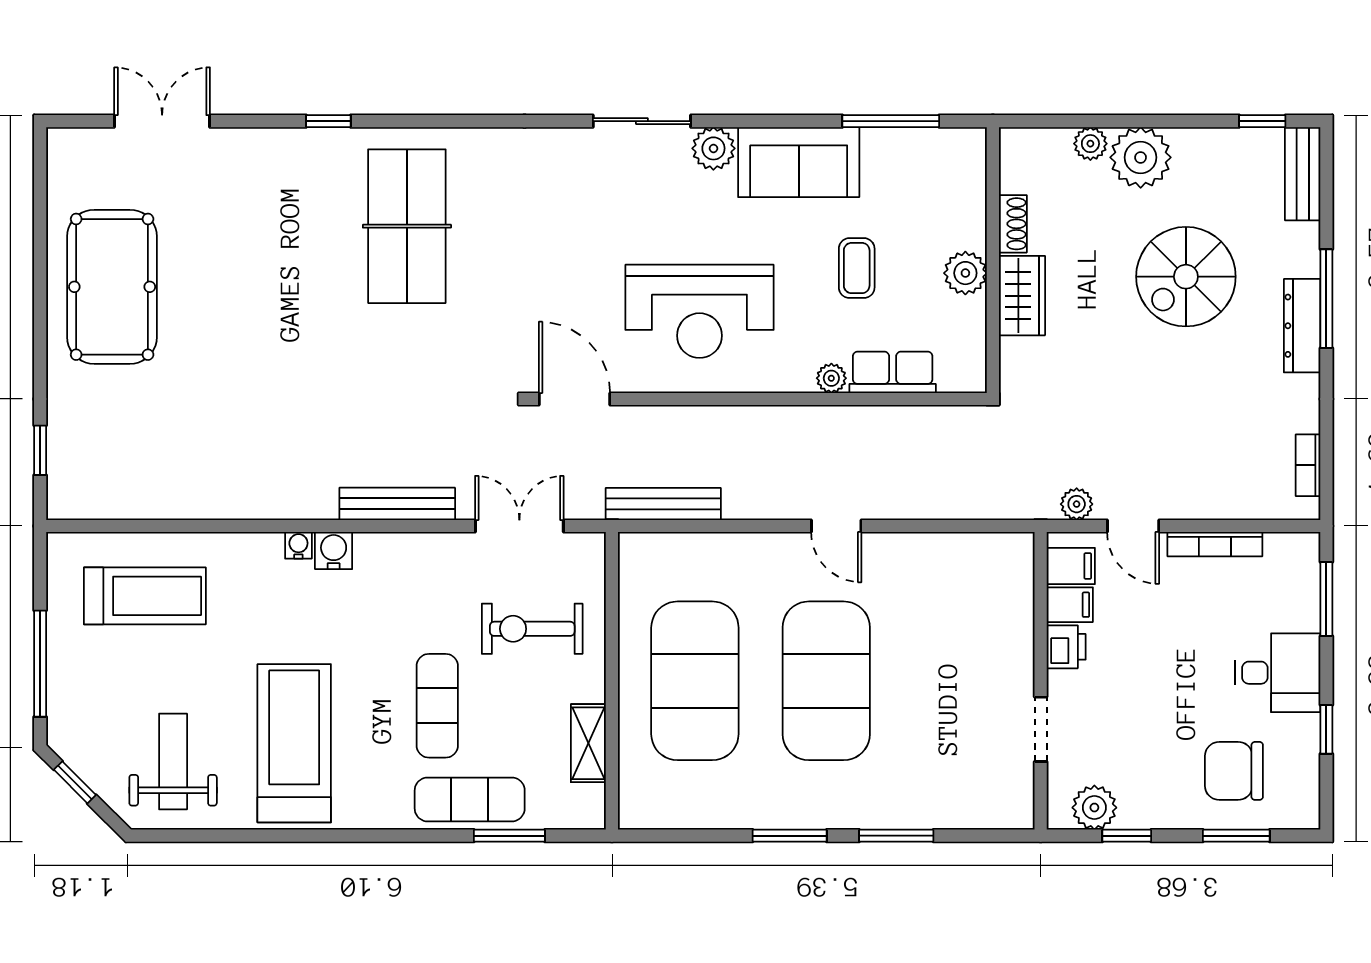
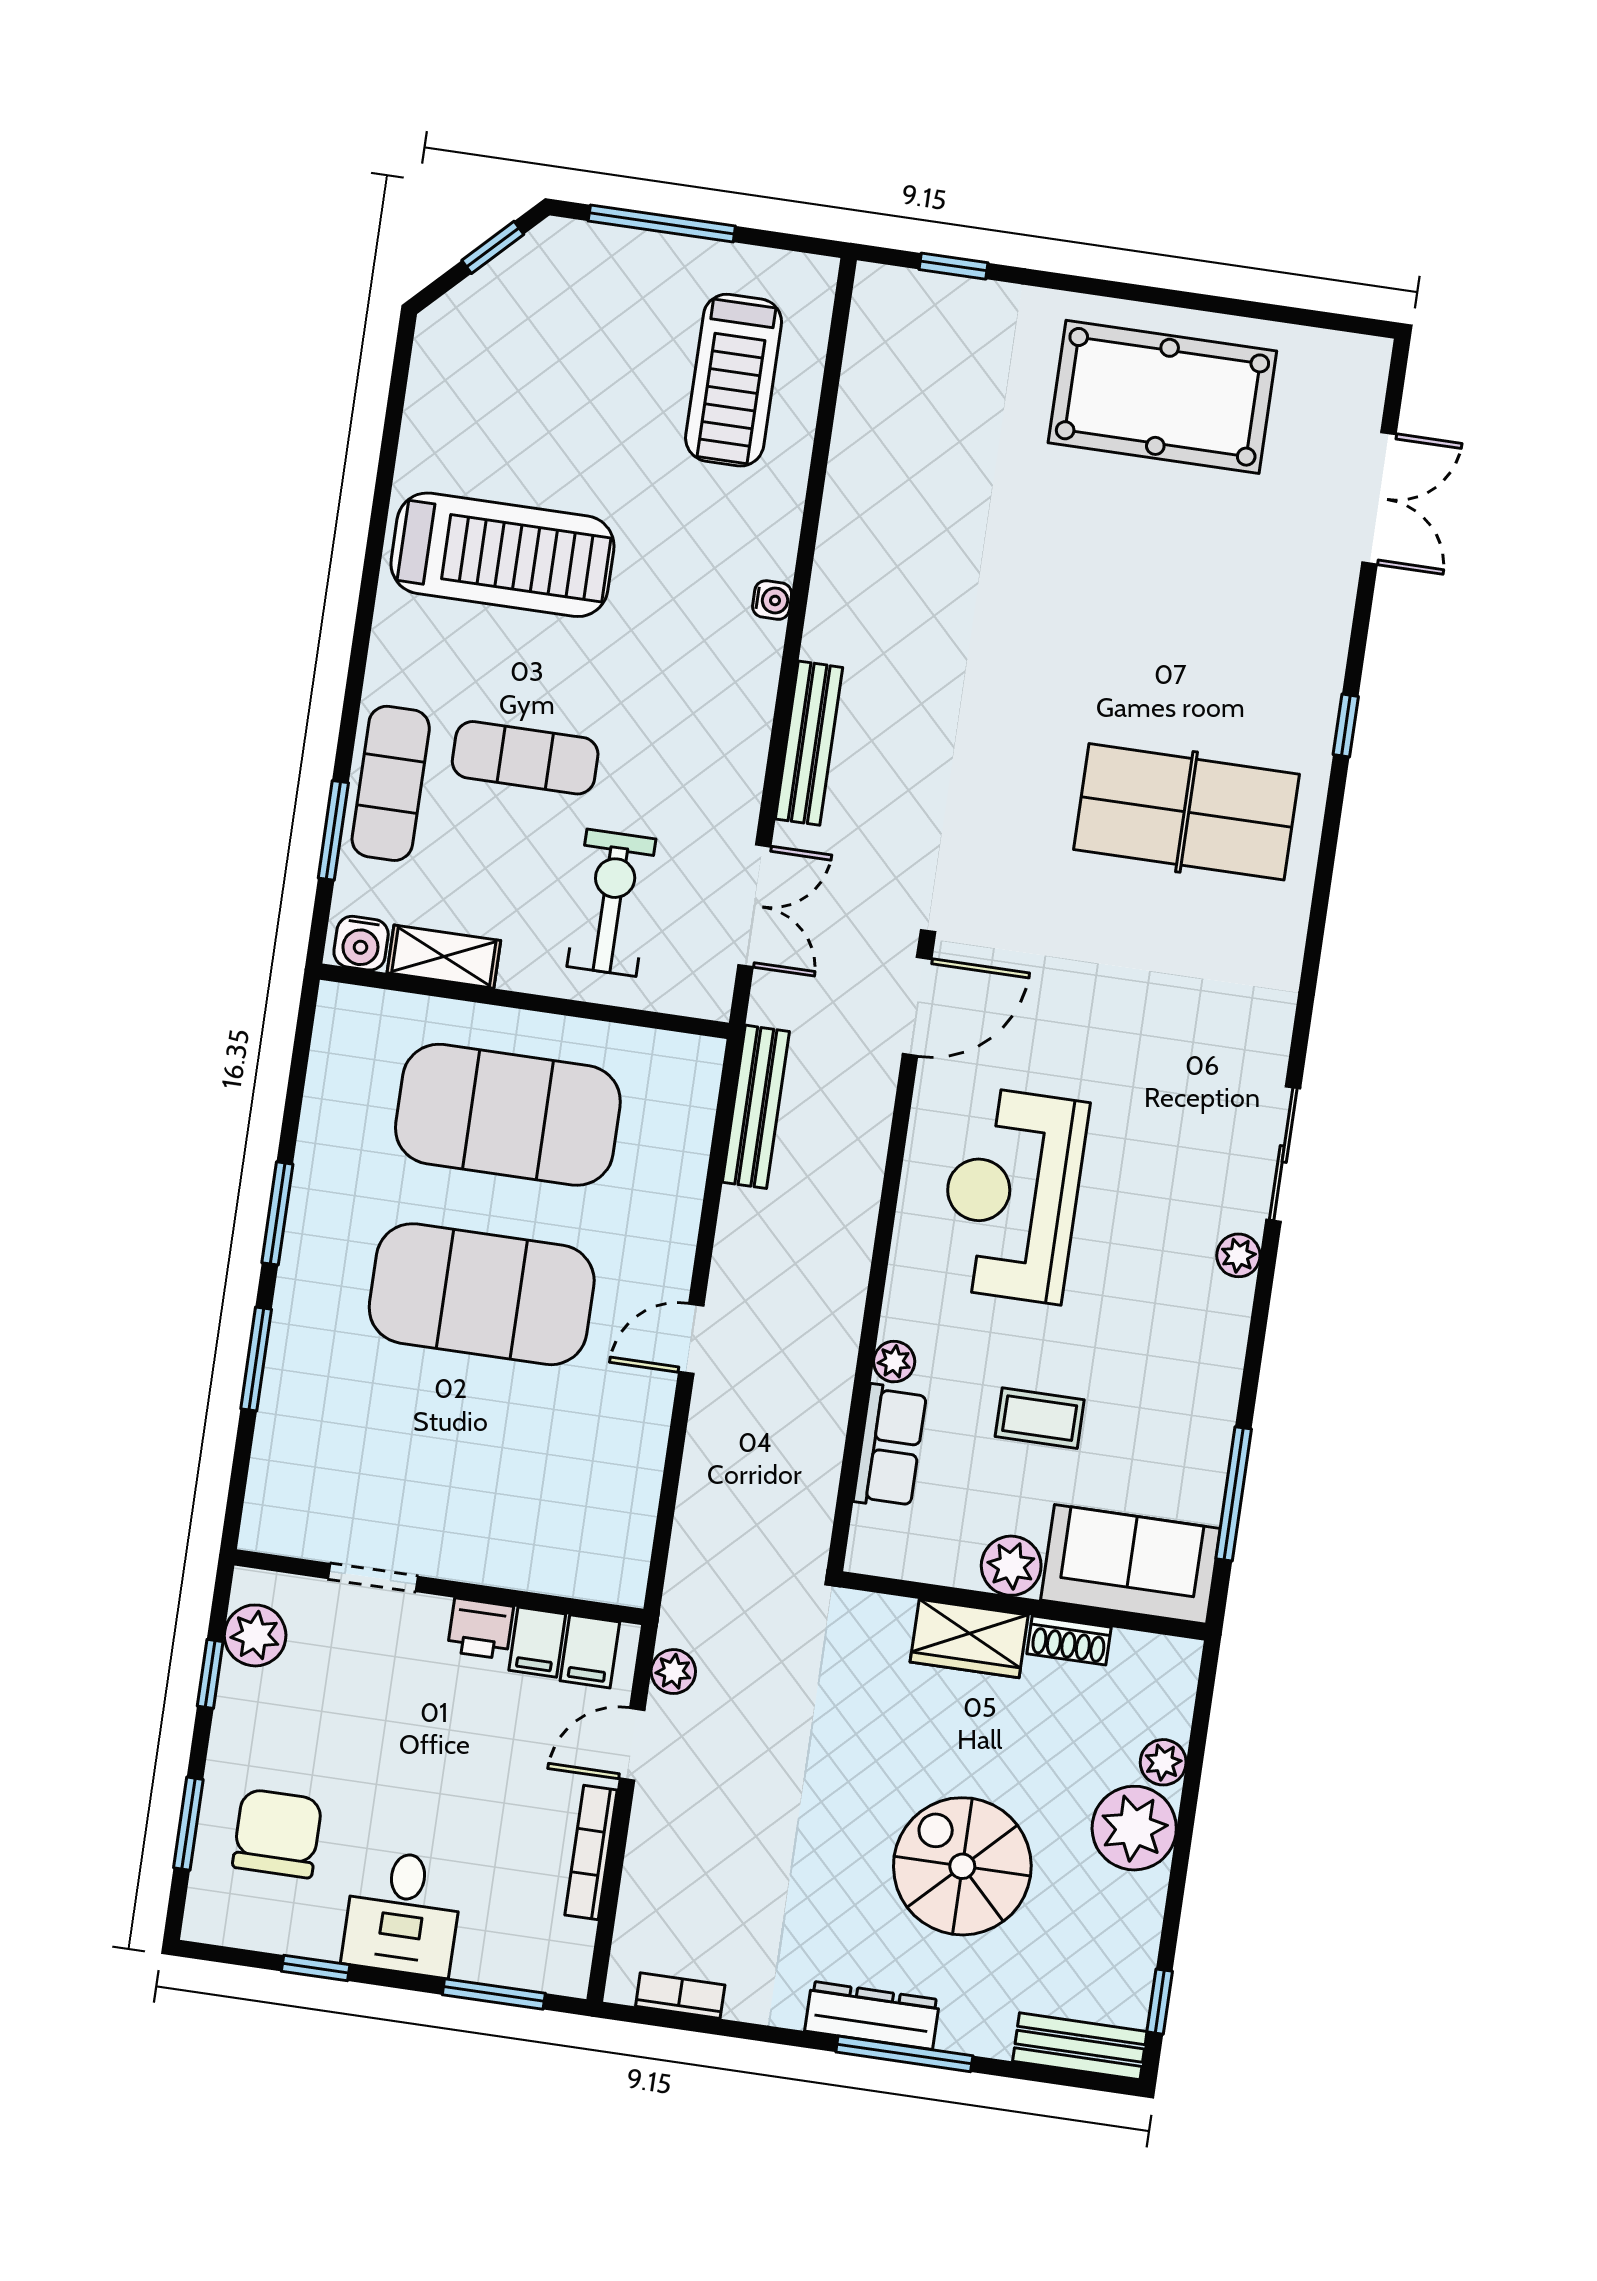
plant: (713, 148) -> (1238, 1255), width x0.73, depth x0.73
sofa: (799, 162) -> (1131, 1564), moved, turned 90
water cooler: (334, 551) -> (361, 943), moved, turned 90
weight bench: (173, 762) -> (502, 386), removed

